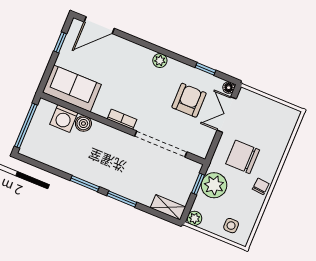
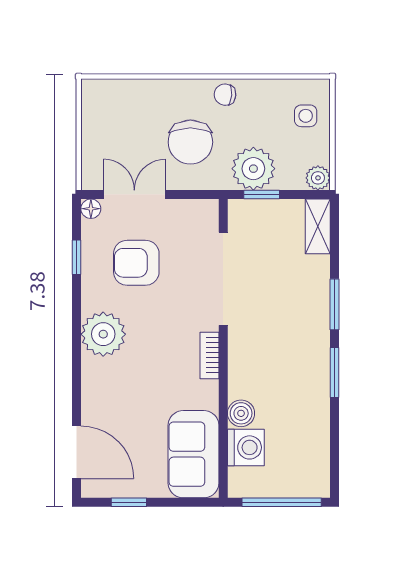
plant: (160, 61) -> (103, 334), width x1.87, depth x1.87
double door: (227, 115) -> (134, 194), swing flipped

